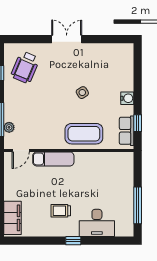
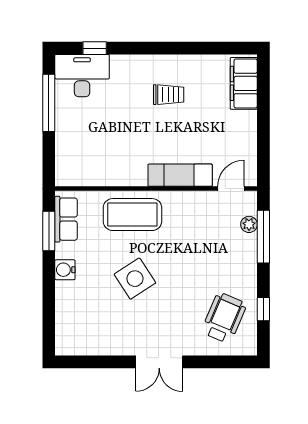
side table: (82, 93) -> (135, 279), width x1.87, depth x1.87
window: (138, 123) -> (49, 231), width x1.50
desk: (97, 223) -> (82, 76), moved
window: (73, 241) -> (95, 48), moved

